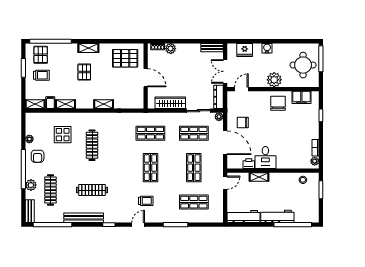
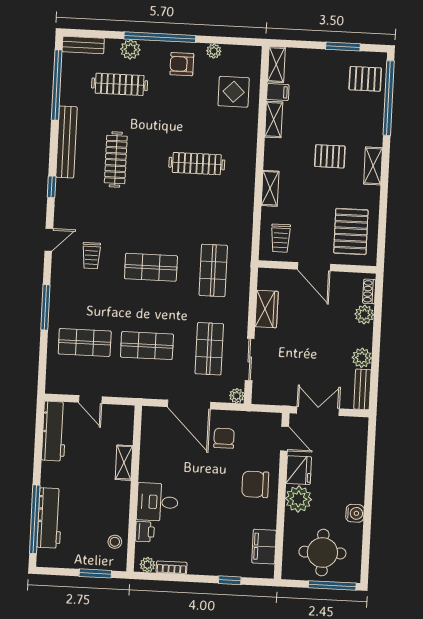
water cooler: (267, 48) -> (355, 513), moved
plant: (195, 49) -> (362, 358), added
fridge: (245, 50) -> (299, 470), moved, turned 180
trolley: (41, 75) -> (281, 238), moved
door: (146, 78) -> (314, 267), hinge flipped
dresser: (219, 97) -> (273, 397), removed
wardrobe: (170, 103) -> (267, 309), width x0.67
chair: (278, 103) -> (255, 484), moved, turned 180
display table: (63, 135) -> (234, 92), moved
door: (225, 143) -> (189, 405), hinge flipped
desk: (265, 158) -> (157, 502), moved
printer: (249, 164) -> (145, 532), moved
door: (225, 183) -> (90, 400), moved
shop shelf: (194, 202) -> (85, 342), turned 90
workbench: (277, 216) -> (50, 518), moved
door: (138, 225) -> (49, 240), hinge flipped

